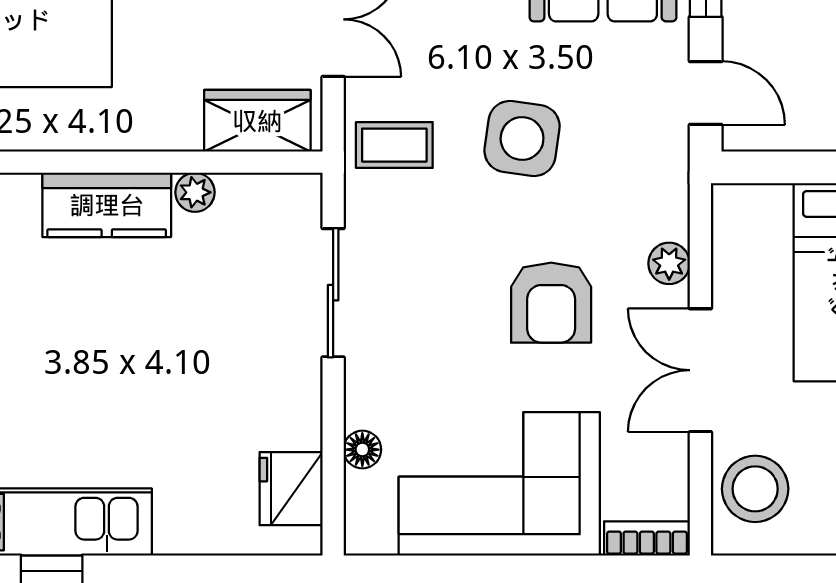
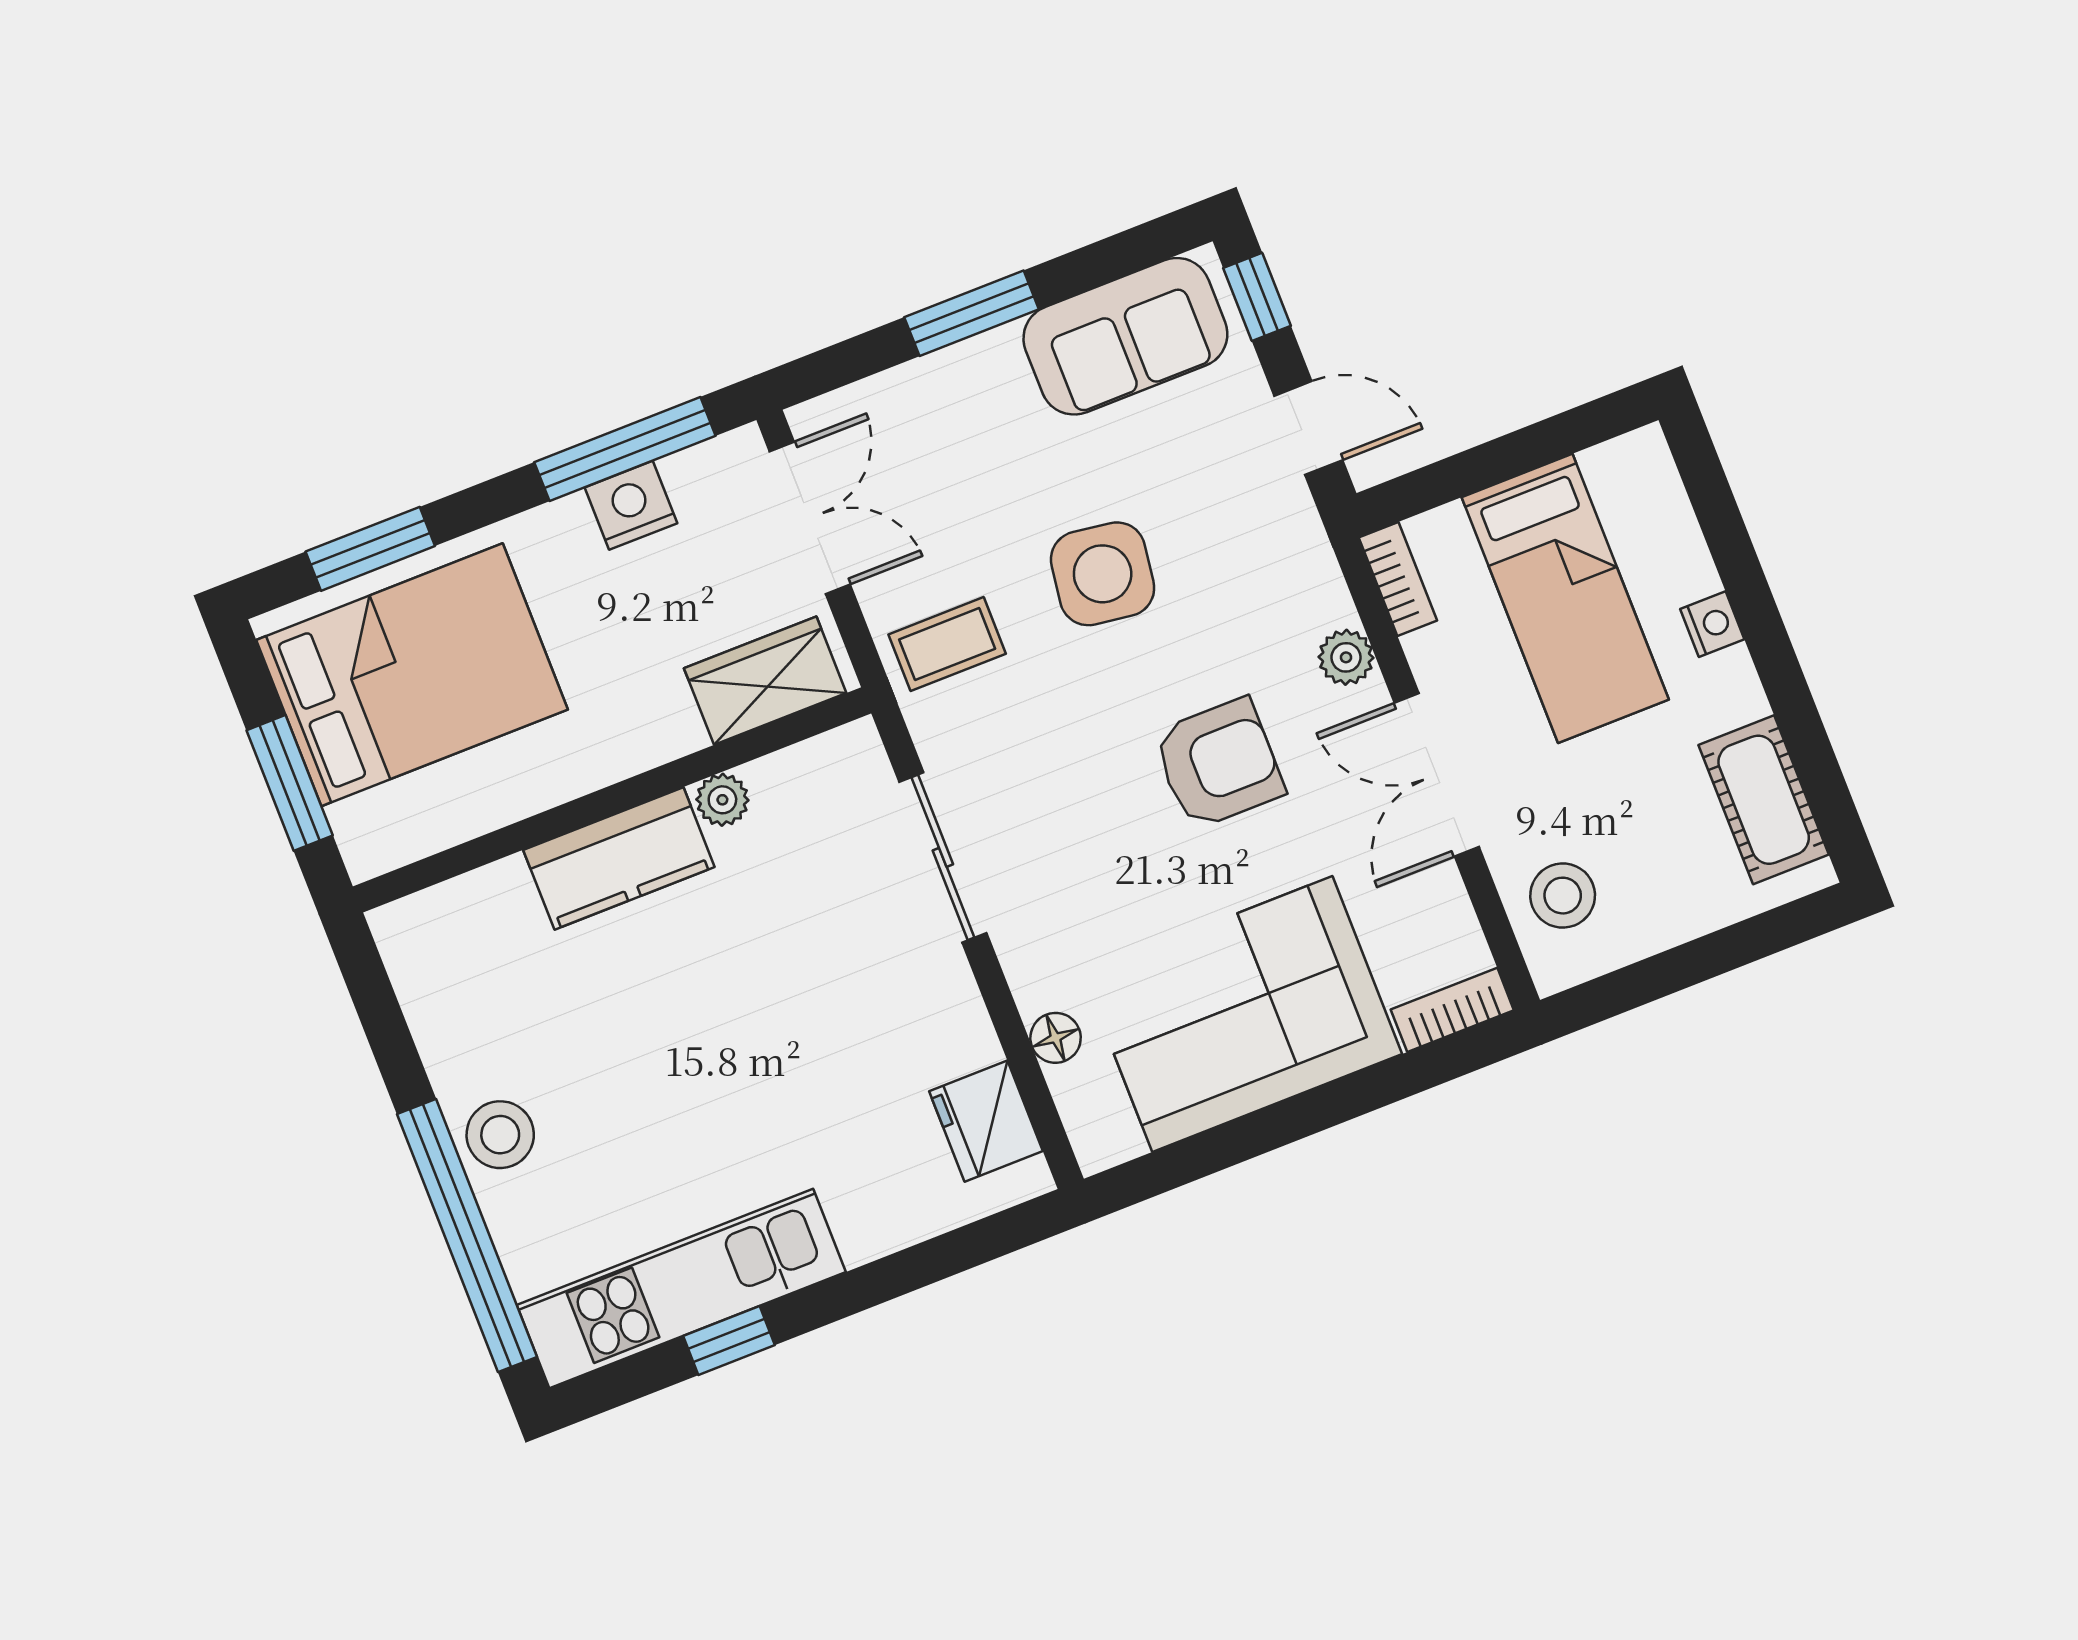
bookcase: (727, 223) -> (1398, 579), added
armchair: (551, 303) -> (1219, 764), turned -90
stool: (755, 489) -> (1563, 896), width x0.73, depth x0.73

